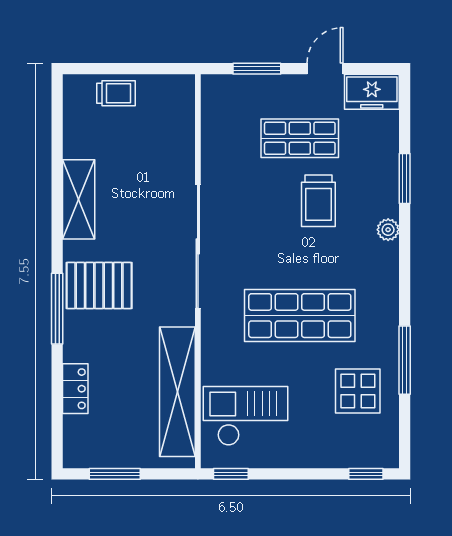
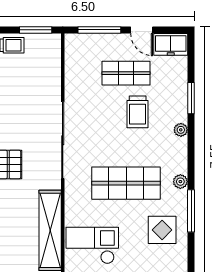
window: (154, 69) -> (36, 30), added
window: (257, 69) -> (99, 30), width x1.44
door: (325, 69) -> (142, 30), swing flipped
plant: (387, 313) -> (180, 182), added

